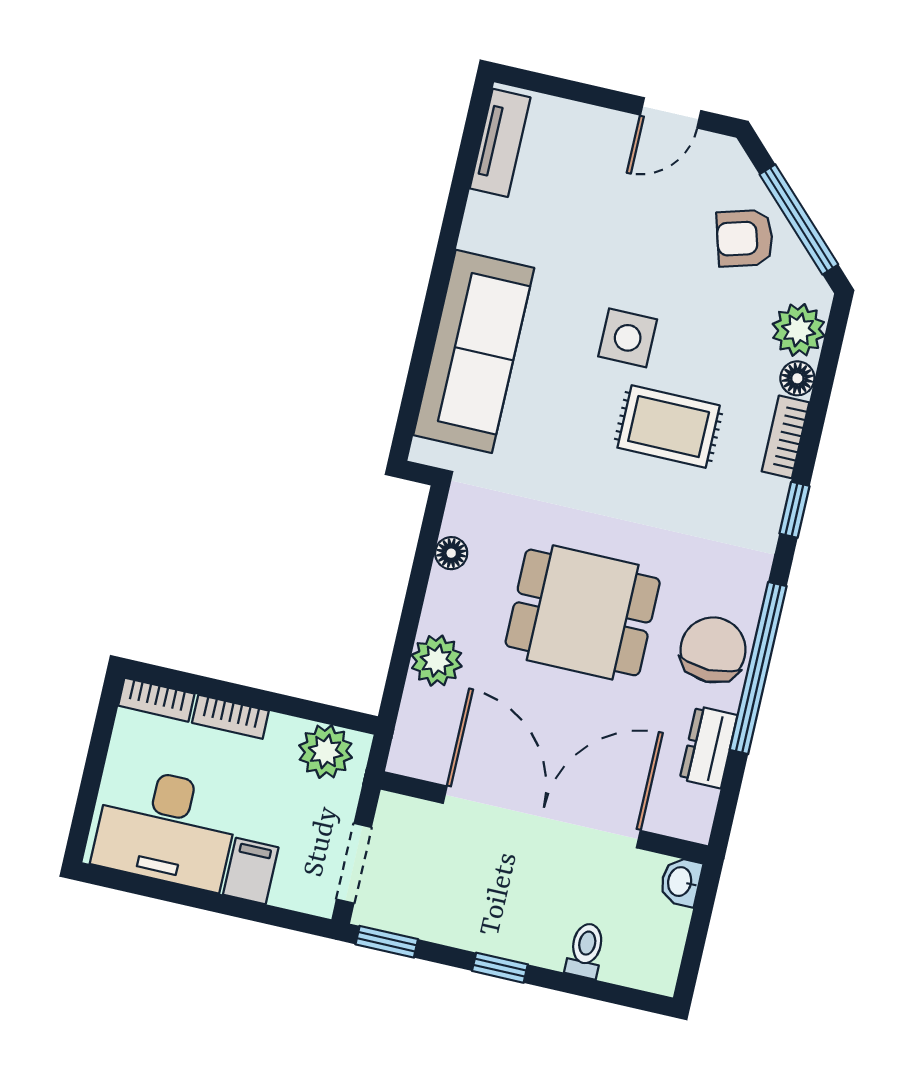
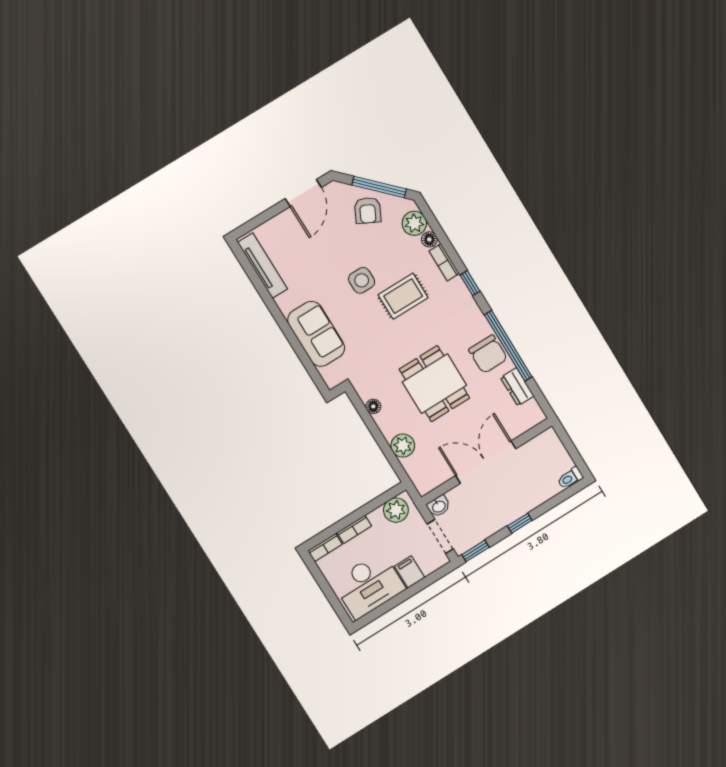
door: (671, 113) -> (303, 193), width x1.37
tv unit: (500, 143) -> (263, 266), width x1.41
armchair: (745, 238) -> (368, 210), turned -47
sofa: (474, 351) -> (316, 334), width x0.73
dining table: (583, 612) -> (434, 384), turned 90
chair: (713, 650) -> (488, 354), turned 180
double door: (542, 817) -> (486, 462), width x0.73
washbasin: (681, 882) -> (439, 506), moved, turned -90
toilet: (586, 950) -> (570, 478), moved, turned -90

